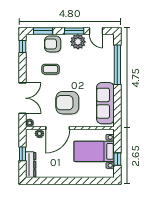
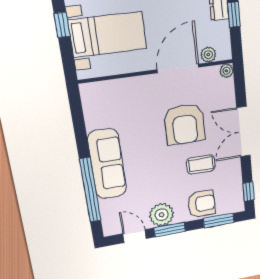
double door: (22, 98) -> (243, 132), moved
armchair: (67, 103) -> (185, 124), moved, turned 90
sofa: (105, 103) -> (107, 164), moved

